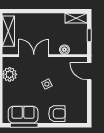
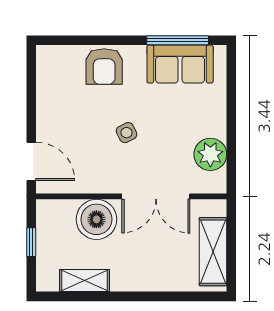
shelving: (76, 18) -> (84, 280), moved
boiler: (64, 50) -> (96, 219), width x1.86, depth x1.86
armchair: (57, 114) -> (104, 66), turned -90

